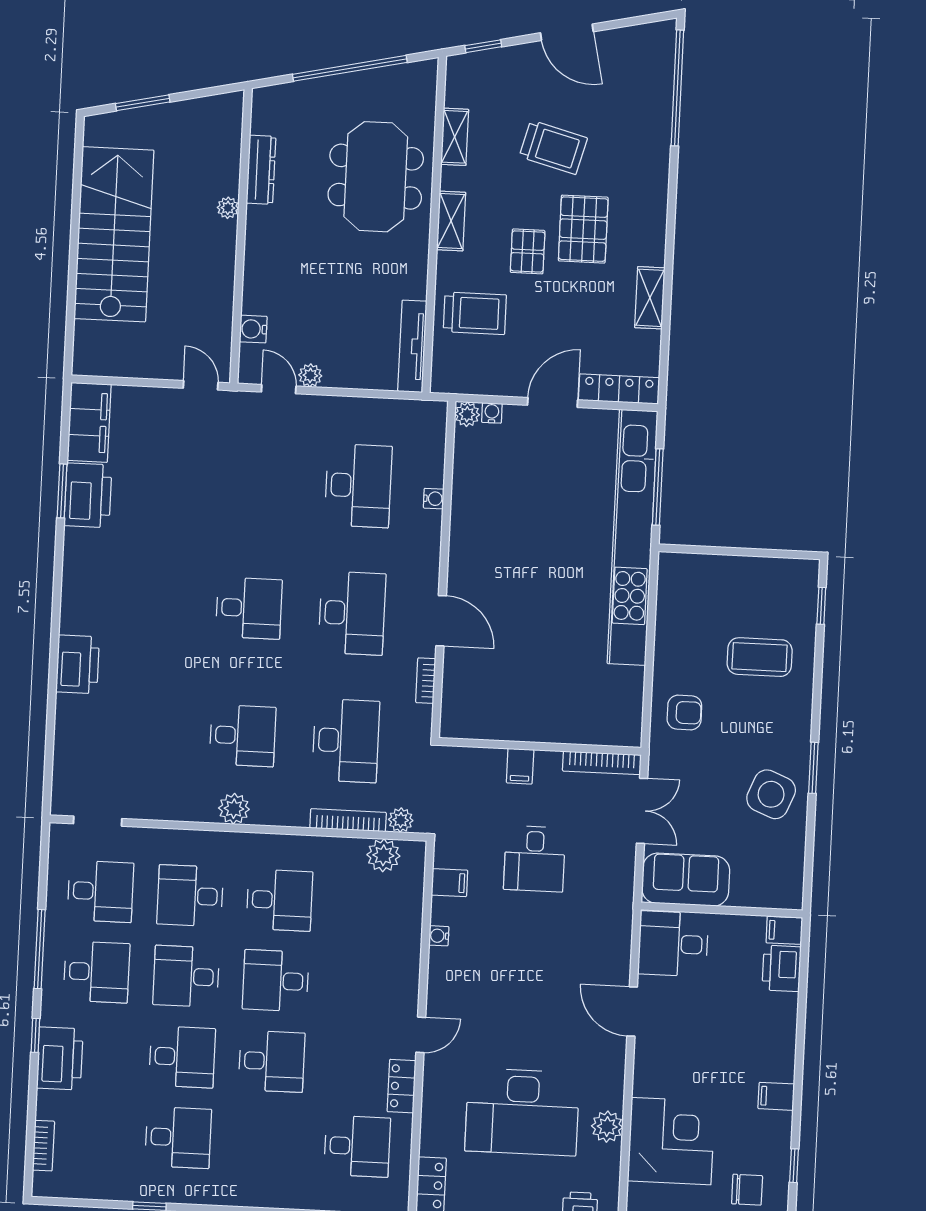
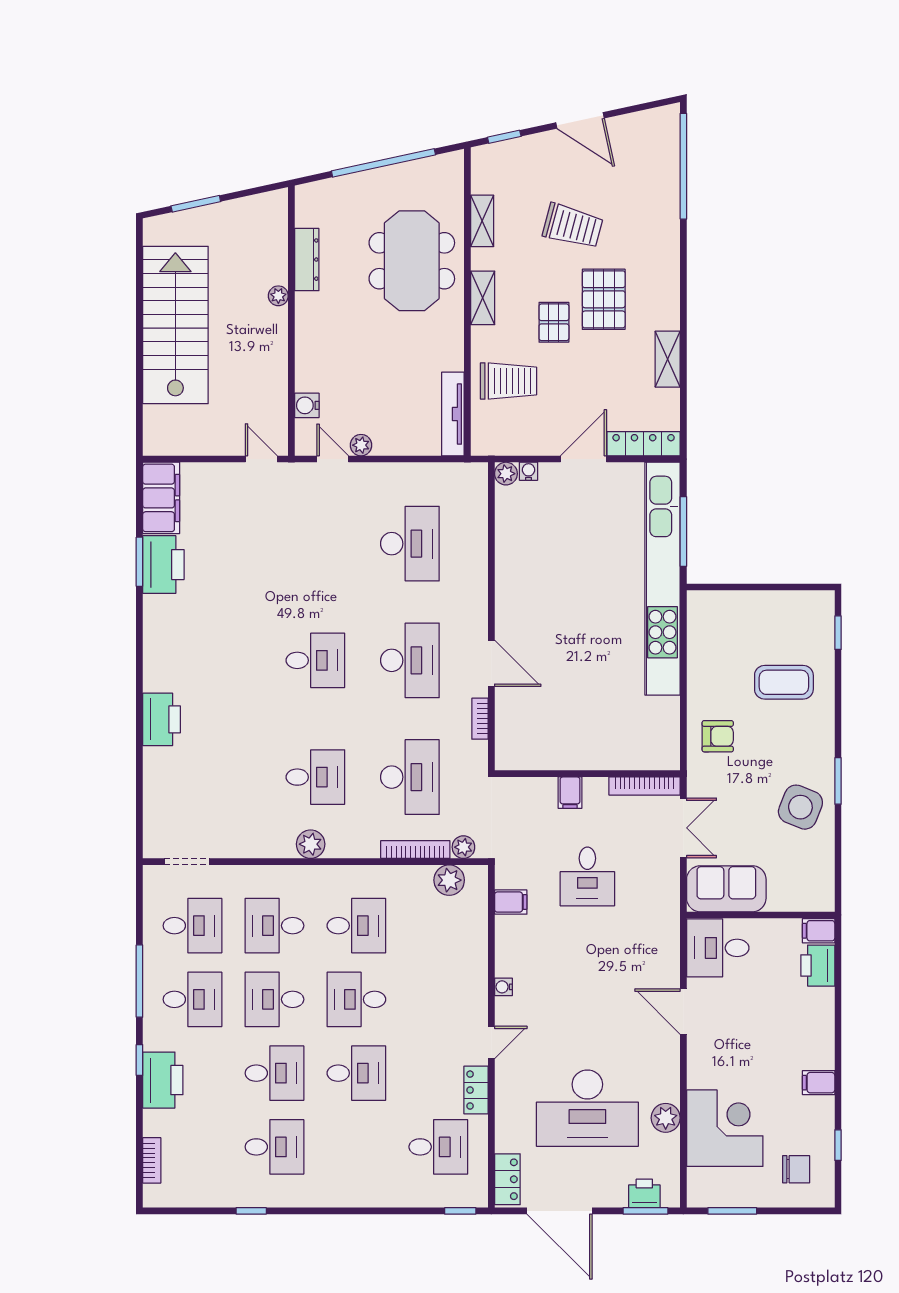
water cooler: (434, 499) -> (479, 552), removed
water cooler: (439, 936) -> (503, 987), moved

